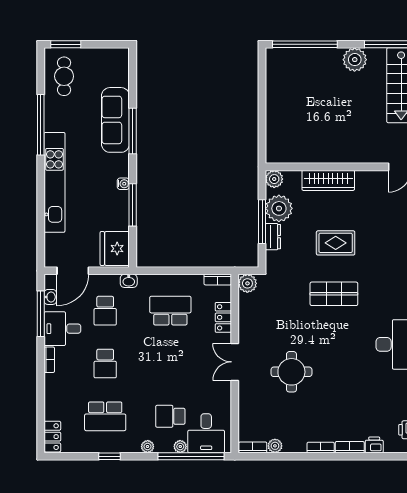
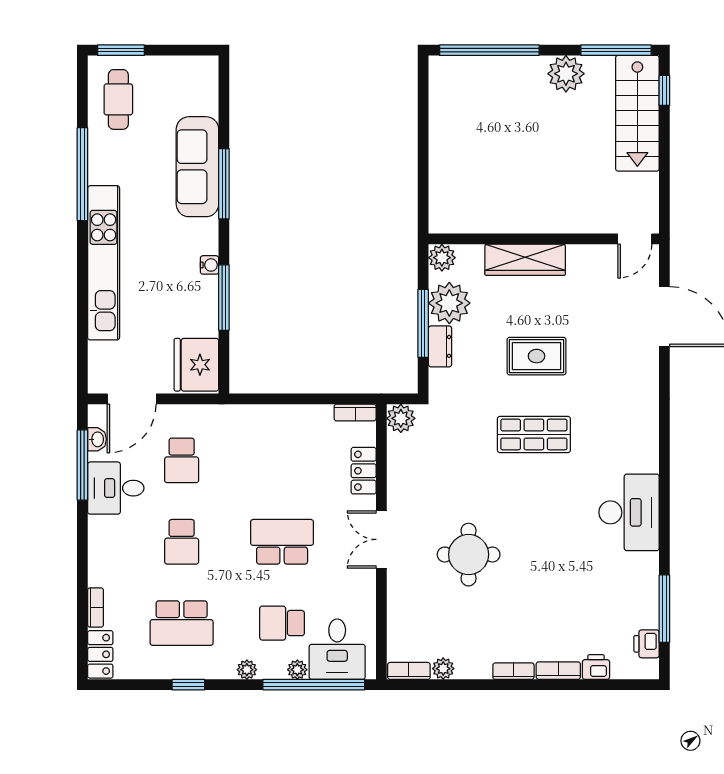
washbasin: (129, 281) -> (218, 414), removed
school desk: (170, 311) -> (282, 542), moved
bookcase: (49, 360) -> (96, 608), moved

